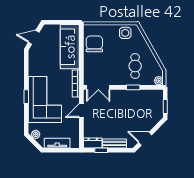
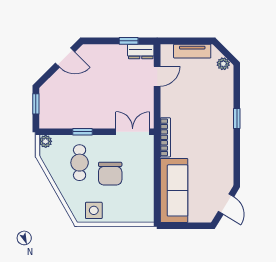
door: (34, 37) -> (226, 204), hinge flipped
chair: (94, 44) -> (110, 174), moved
corner sofa: (45, 100) -> (210, 114), removed
door: (81, 111) -> (157, 76), moved
bench: (115, 143) -> (109, 51), removed

